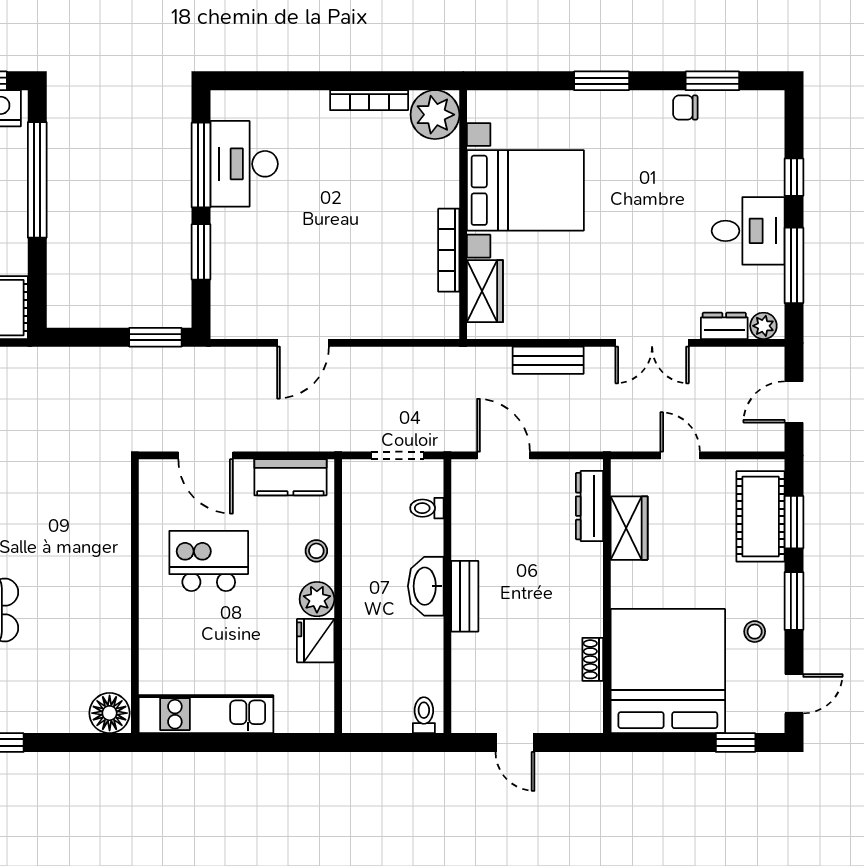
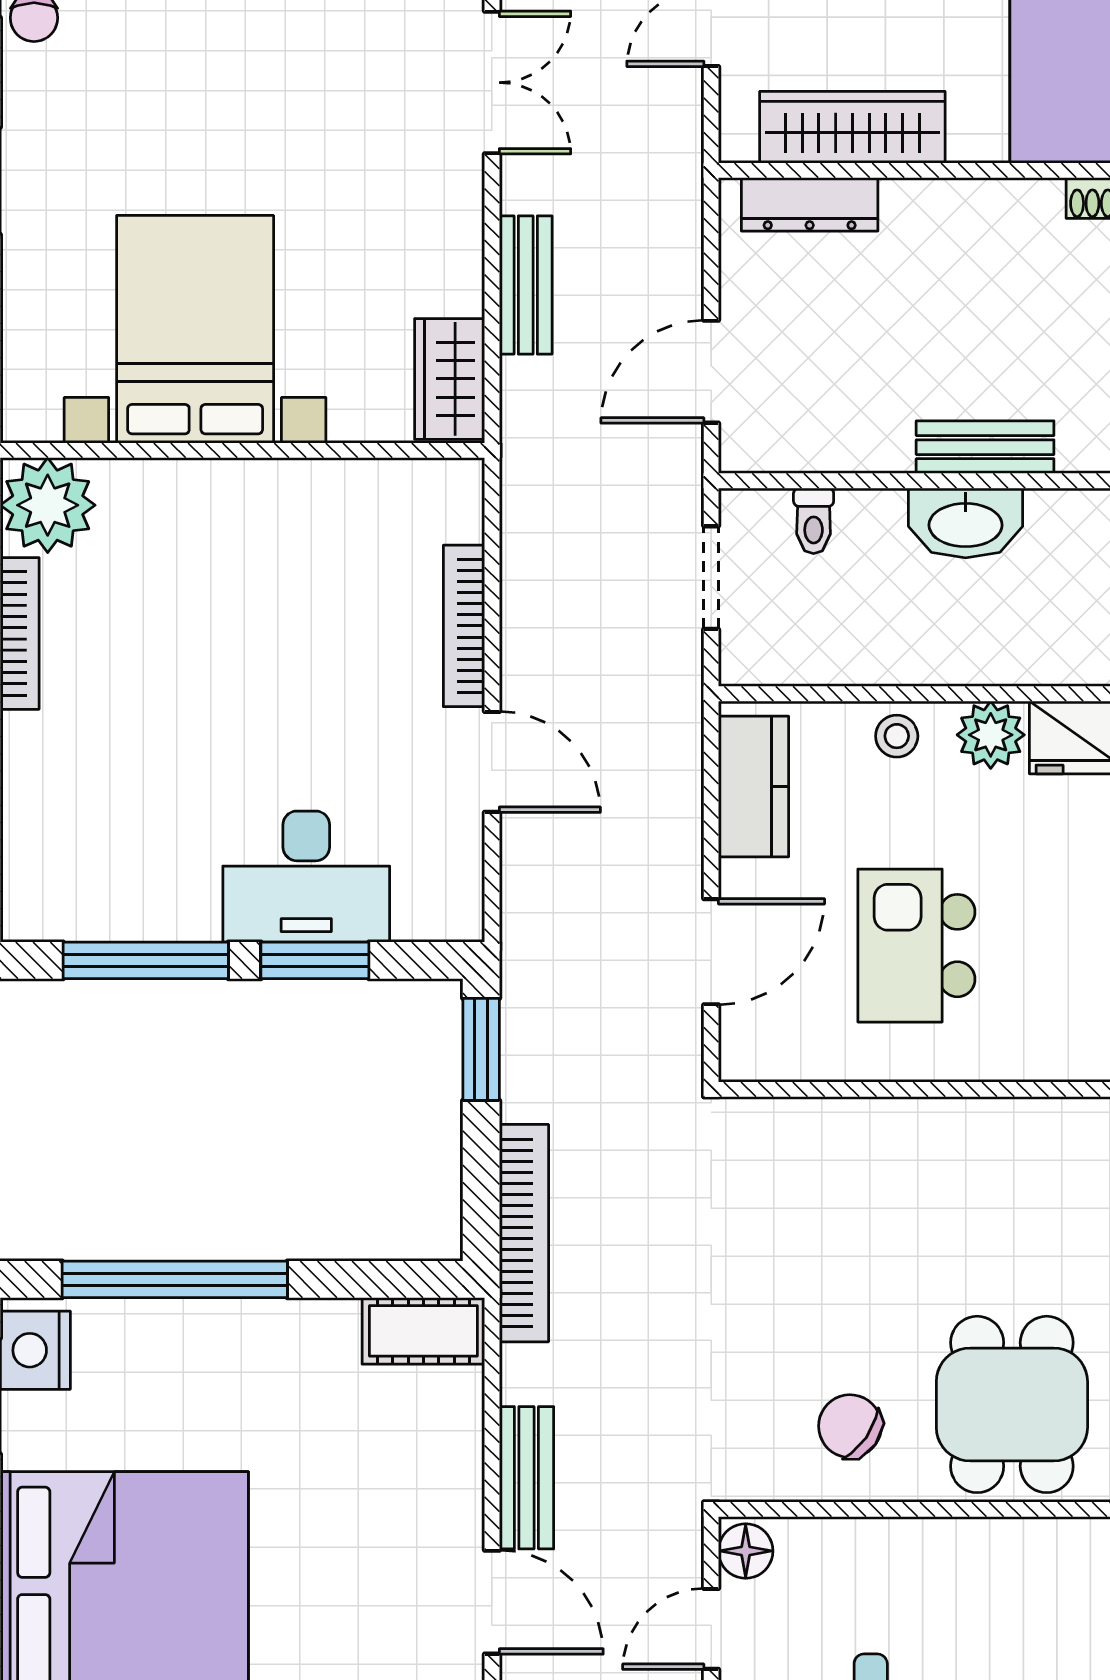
desk: (244, 164) -> (306, 877), moved
bookcase: (449, 250) -> (464, 626), moved, turned 90
wardrobe: (485, 291) -> (450, 379), moved, turned -90
bookcase: (61, 359) -> (524, 1233), added
wardrobe: (629, 528) -> (852, 127), width x1.50

